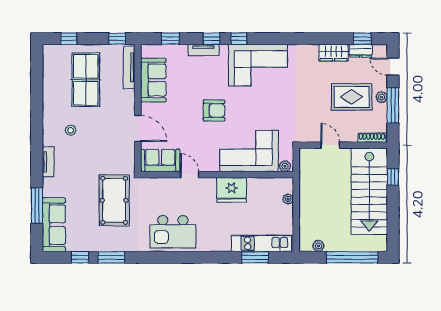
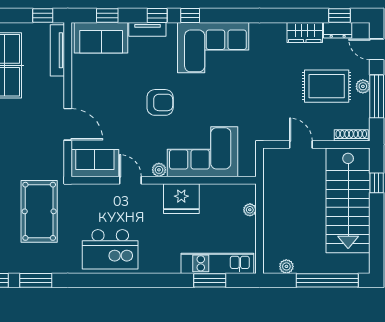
sofa: (153, 80) -> (101, 38), moved, turned 90
plant: (285, 166) -> (159, 170), moved

